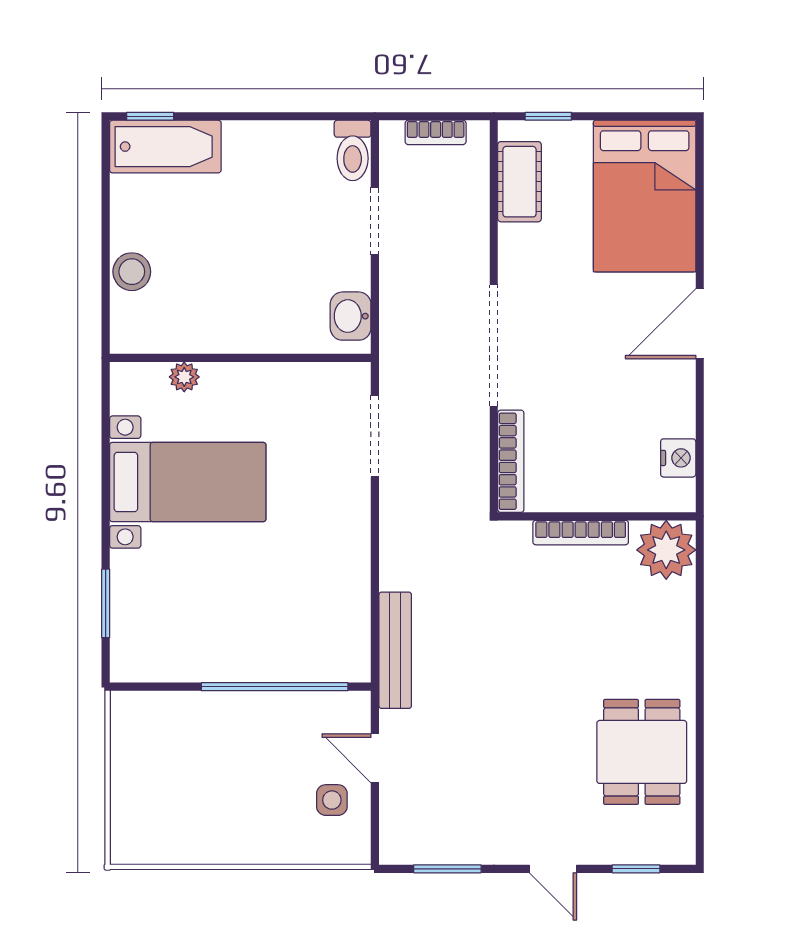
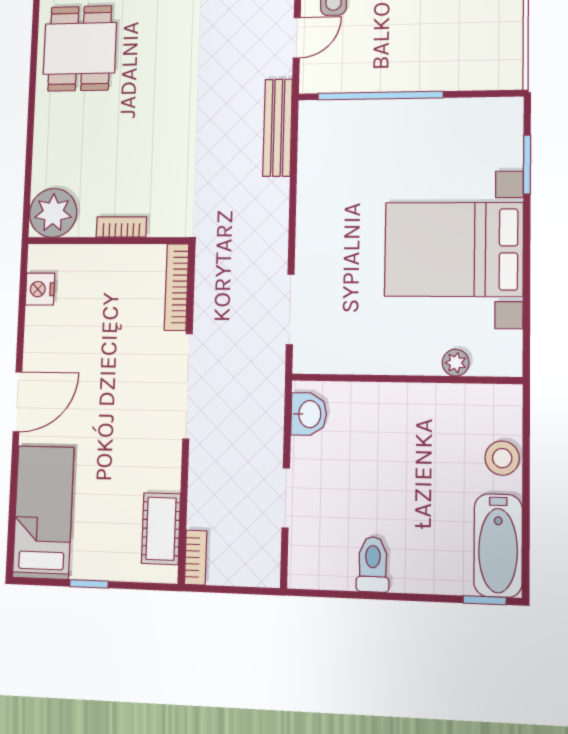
window: (548, 116) -> (89, 584), moved
bookcase: (436, 132) -> (196, 558), moved, turned 90
bathtub: (165, 147) -> (498, 545), moved, turned -90
toilet: (353, 150) -> (373, 564), moved
bed: (645, 196) -> (43, 512), width x0.67
bed with nightstands: (188, 482) -> (454, 249), width x1.36
bookcase: (581, 533) -> (121, 227), width x0.64
door: (375, 758) -> (297, 38), hinge flipped

